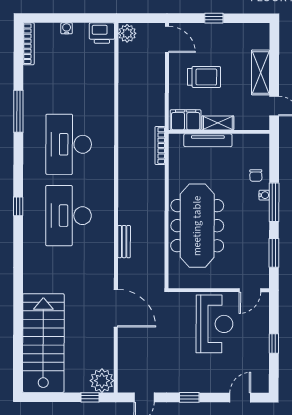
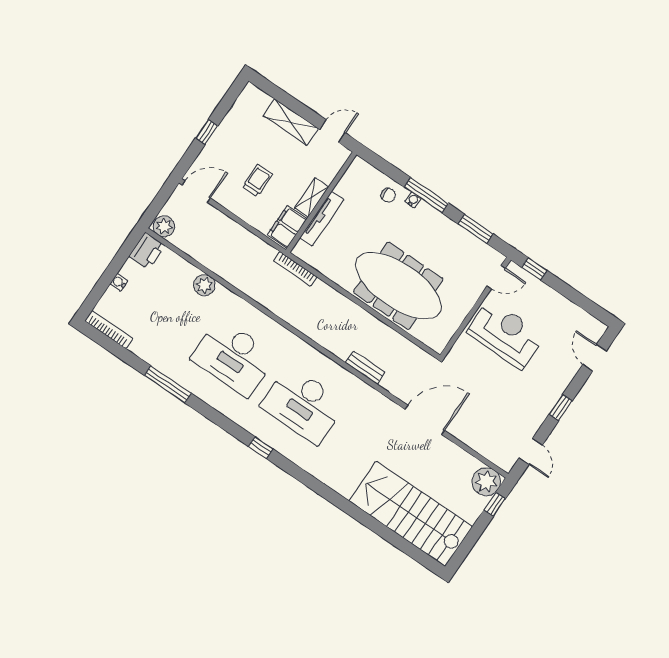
trolley: (204, 77) -> (258, 180), width x0.73, depth x0.72
plant: (105, 89) -> (204, 285), added
door: (250, 290) -> (496, 277), hinge flipped
window: (274, 343) -> (534, 269), moved

